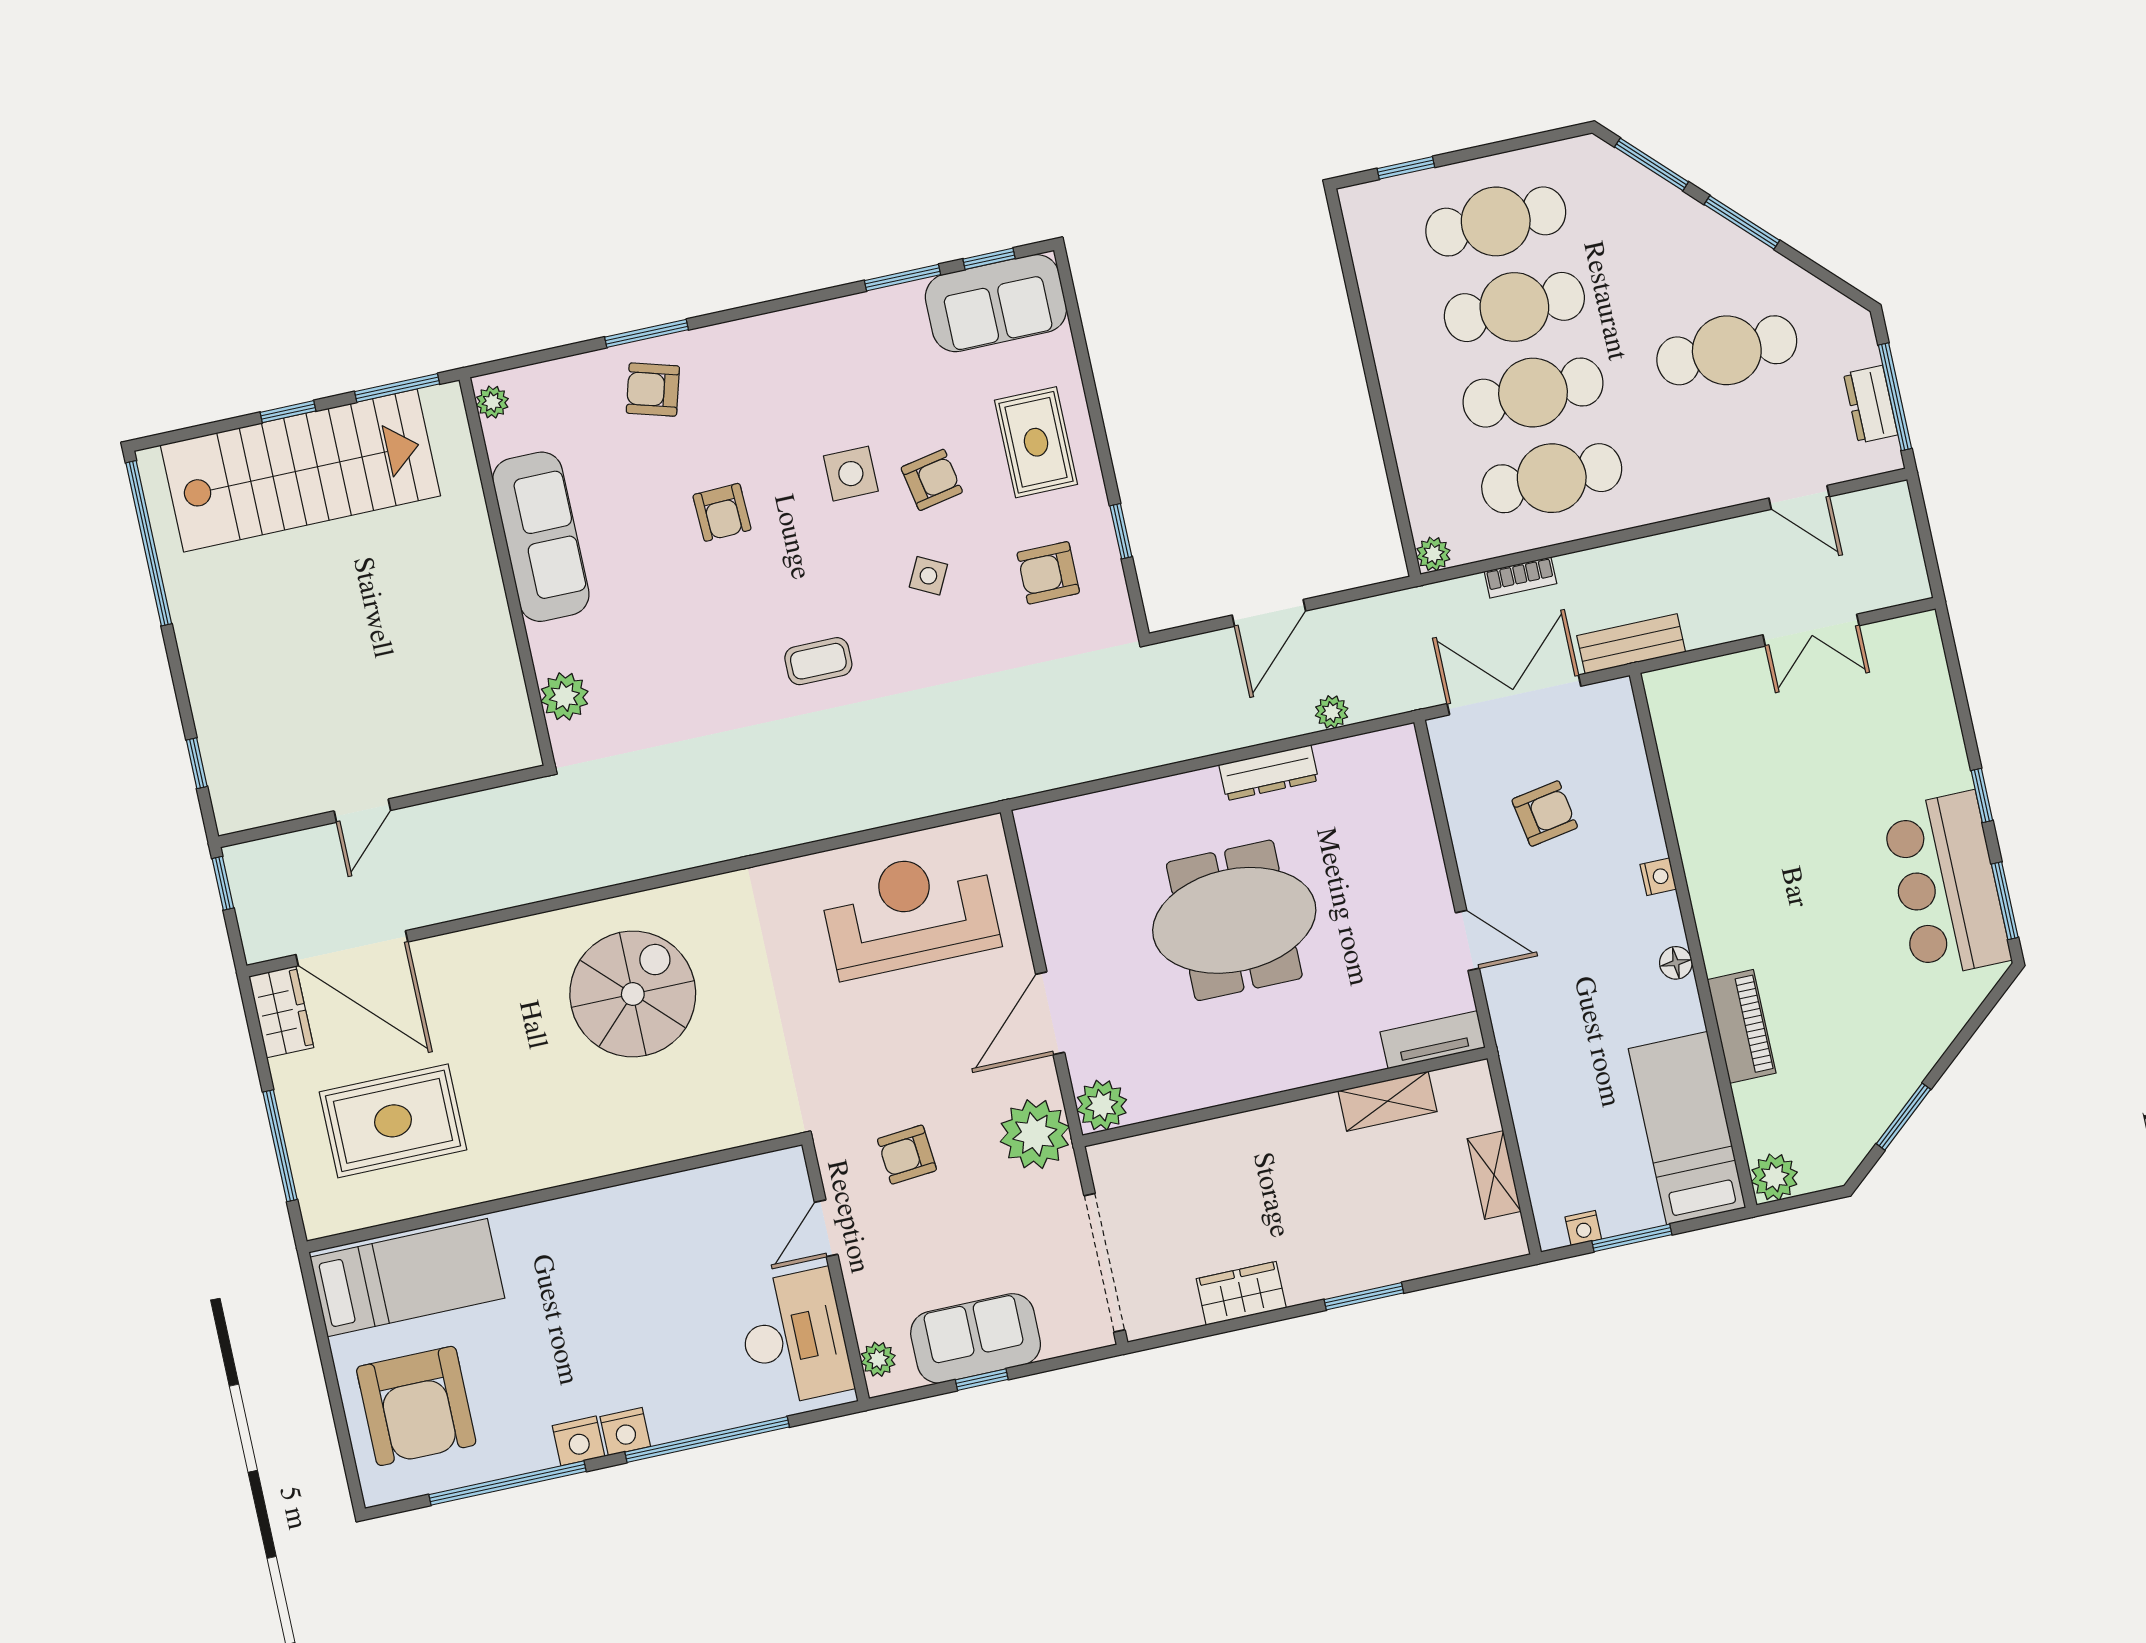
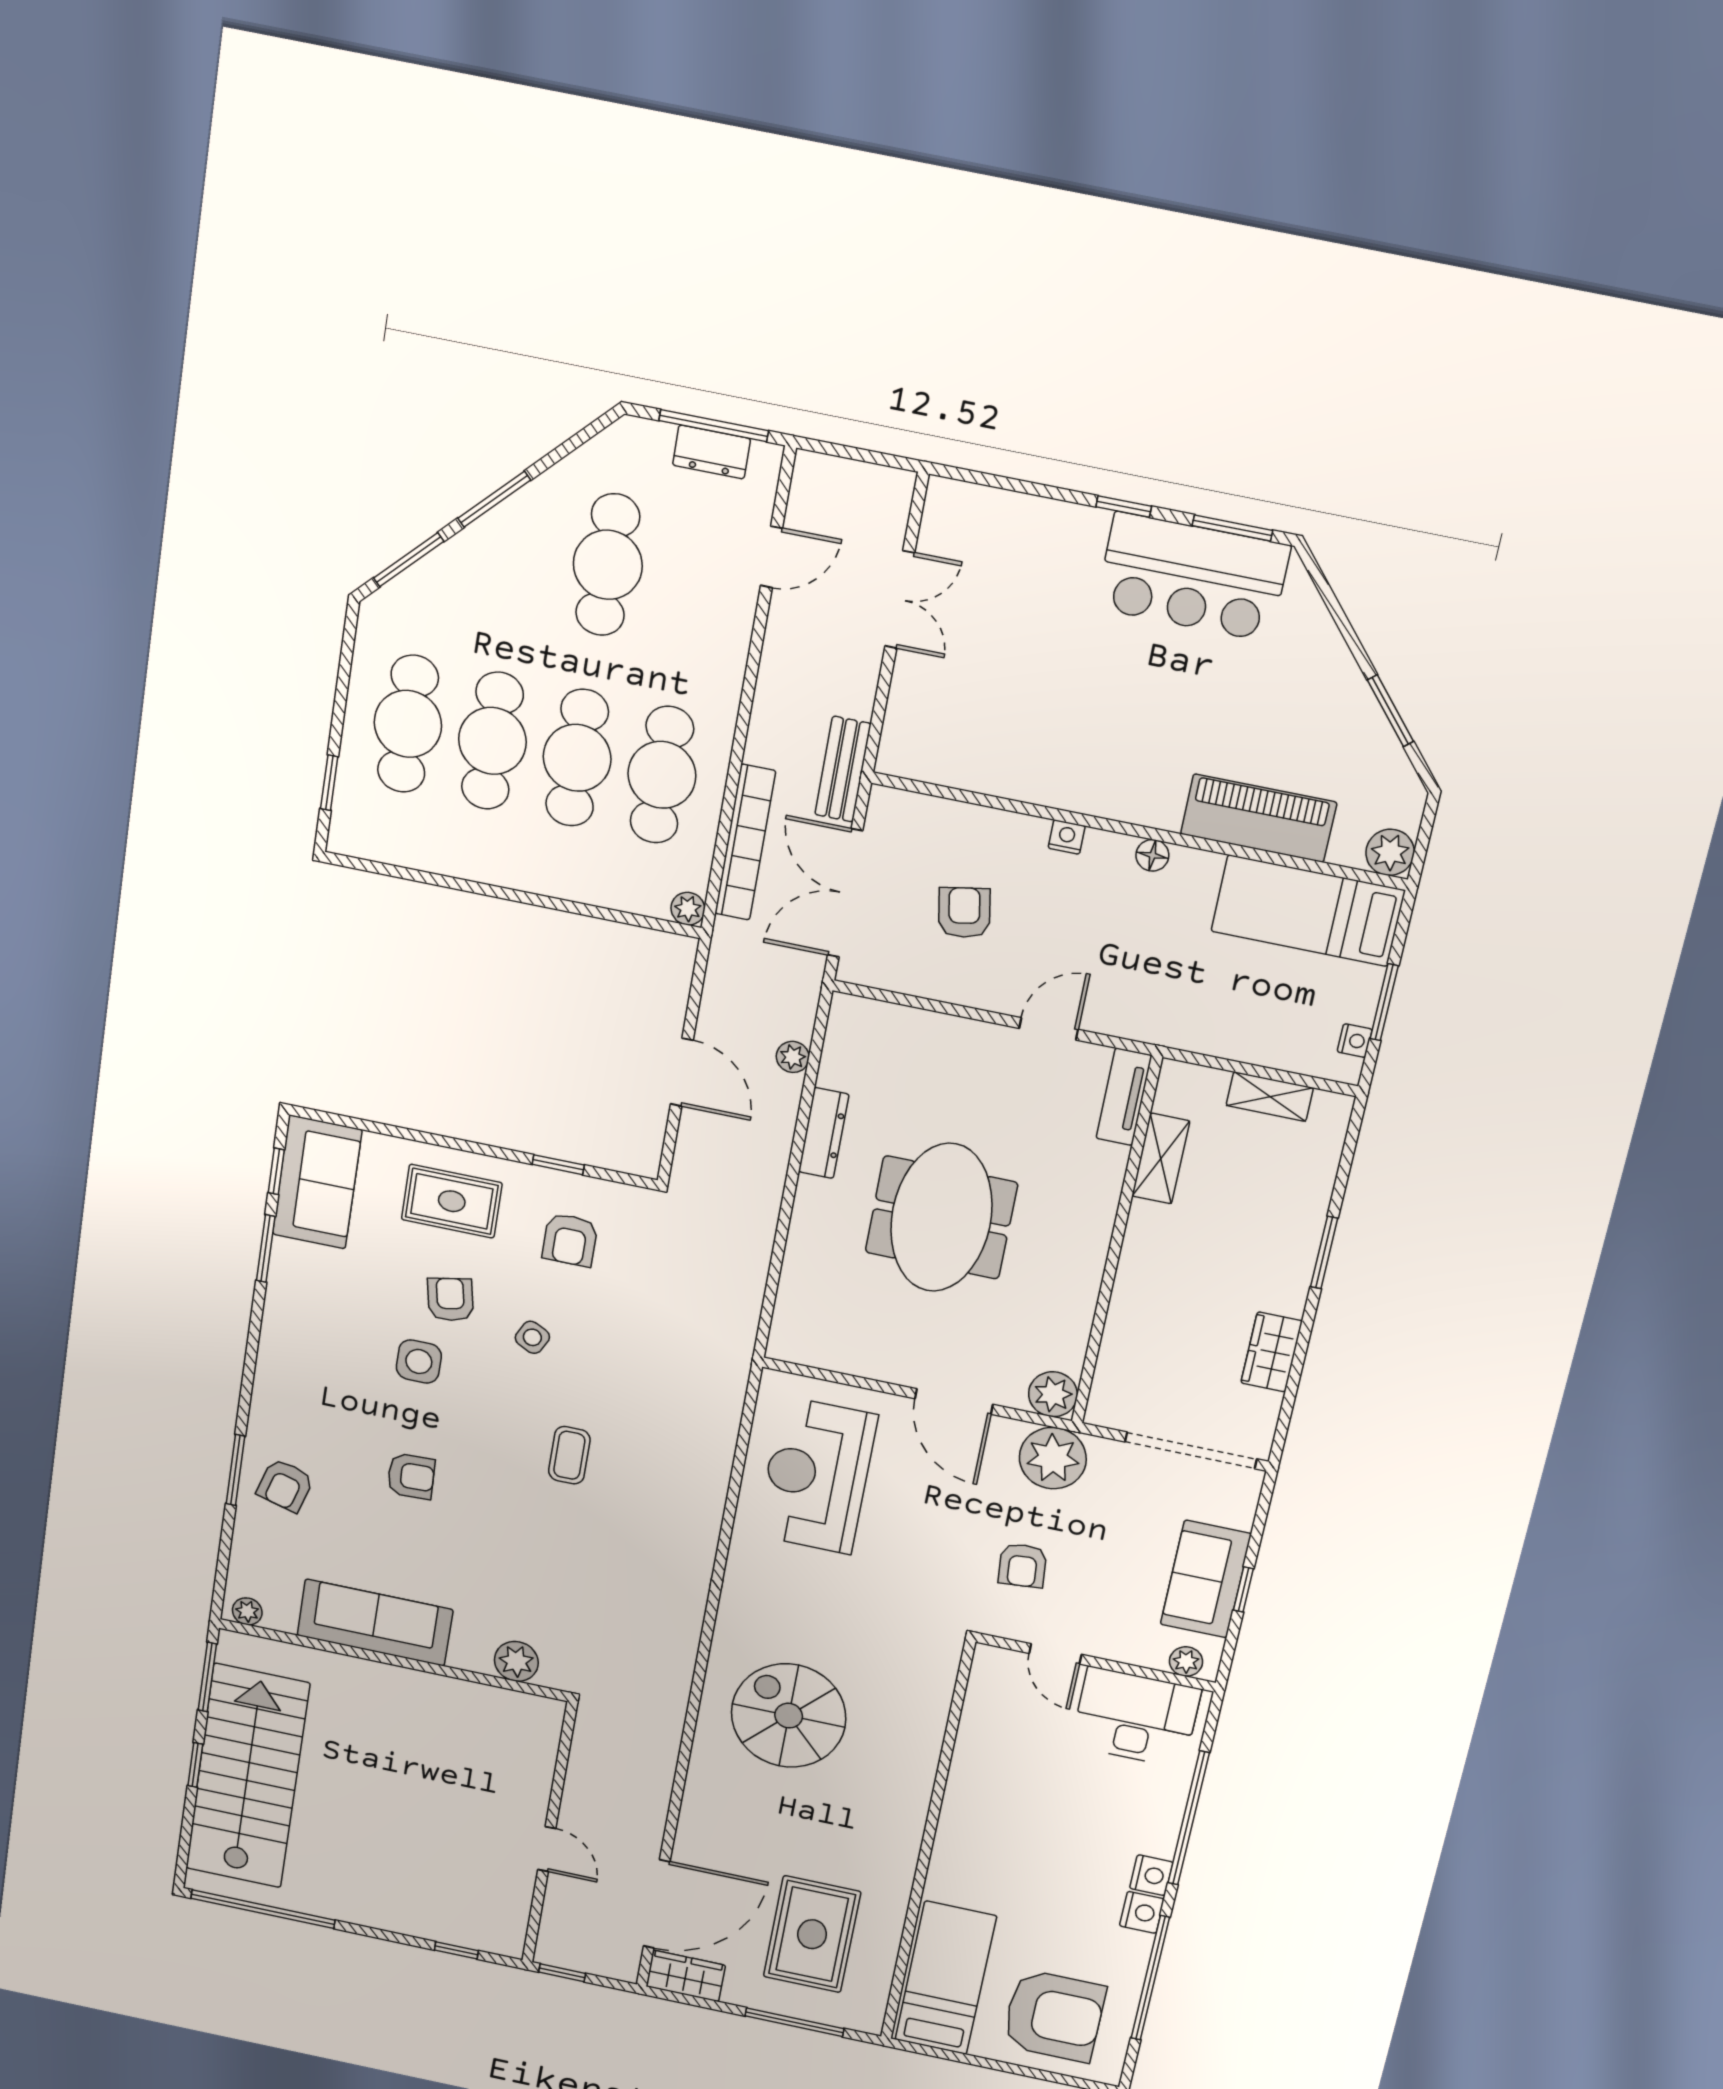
bookcase: (1520, 578) -> (745, 842), width x2.31, depth x1.31
piano: (1742, 1026) -> (1259, 818), width x1.37, depth x1.33

